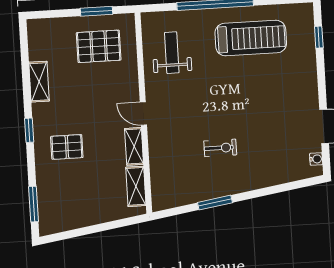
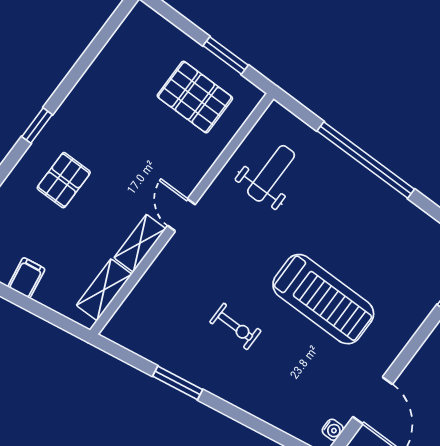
treadmill: (251, 38) -> (323, 299), moved
shelving: (39, 82) -> (94, 80), removed
pallet: (67, 147) -> (64, 180), turned 90
filing cabinet: (90, 214) -> (26, 278), added

